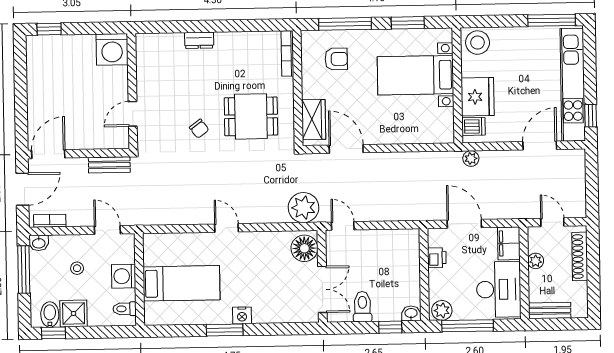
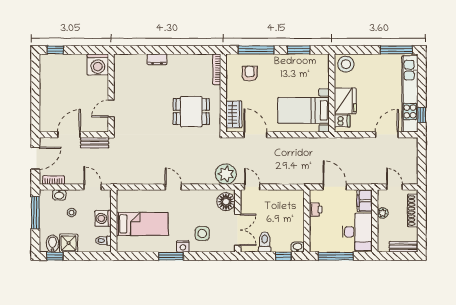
armchair: (336, 59) -> (250, 74), turned -90
bed with nightstands: (415, 75) -> (303, 110), moved
chair: (199, 129) -> (156, 119), removed
door: (48, 154) -> (69, 135), moved
plant: (471, 159) -> (340, 143), removed
washbasin: (39, 243) -> (59, 195), moved
side table: (270, 296) -> (202, 234), added
plant: (442, 310) -> (318, 245), removed
bench: (550, 311) -> (404, 247), moved

